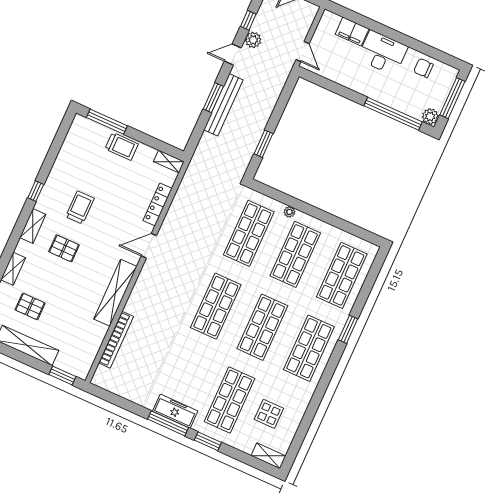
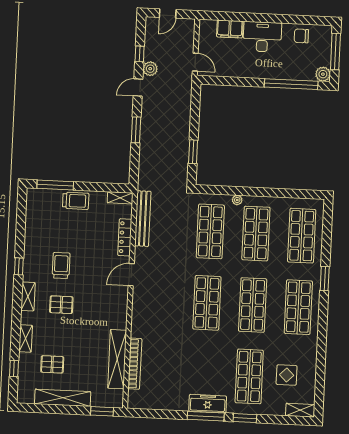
bench: (223, 105) -> (143, 219), moved
shelving: (115, 293) -> (117, 359), moved

